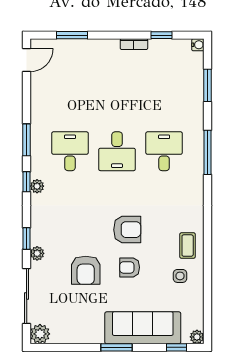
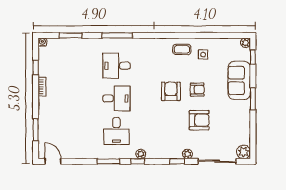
desk: (70, 151) -> (116, 131), turned -90
armchair: (130, 267) -> (197, 90), turned -90
sofa: (143, 328) -> (239, 80), width x0.73

